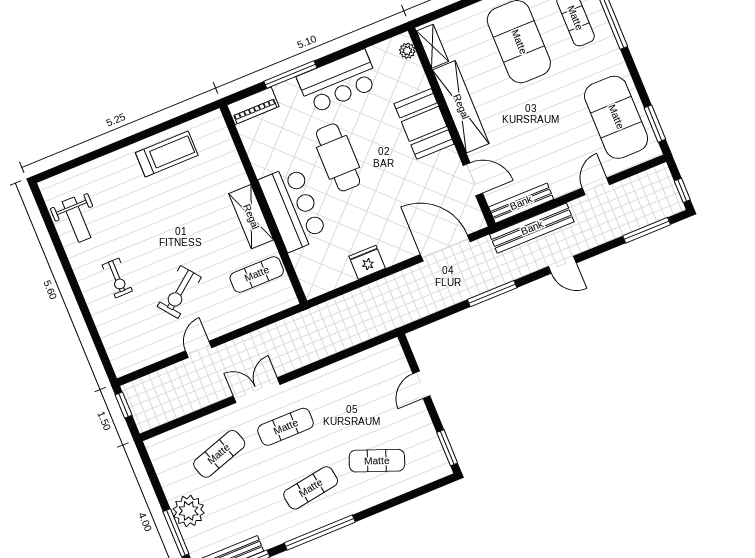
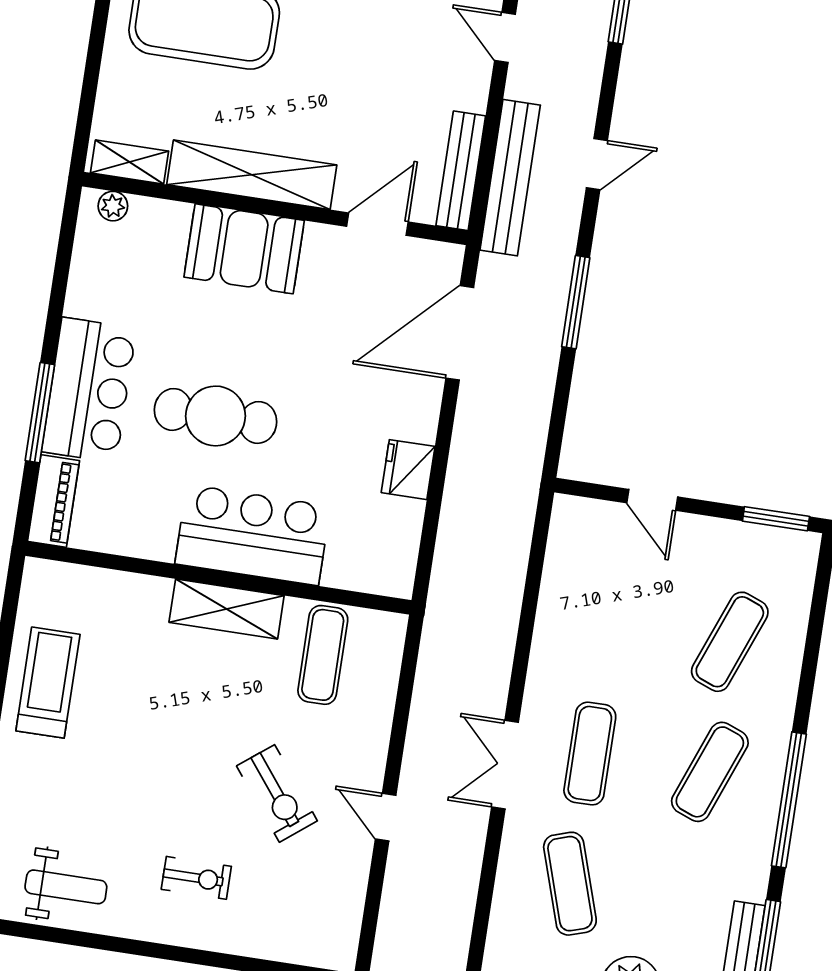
bar counter: (338, 82) -> (89, 390), moved
exercise mat: (311, 488) -> (710, 772), turned 30

